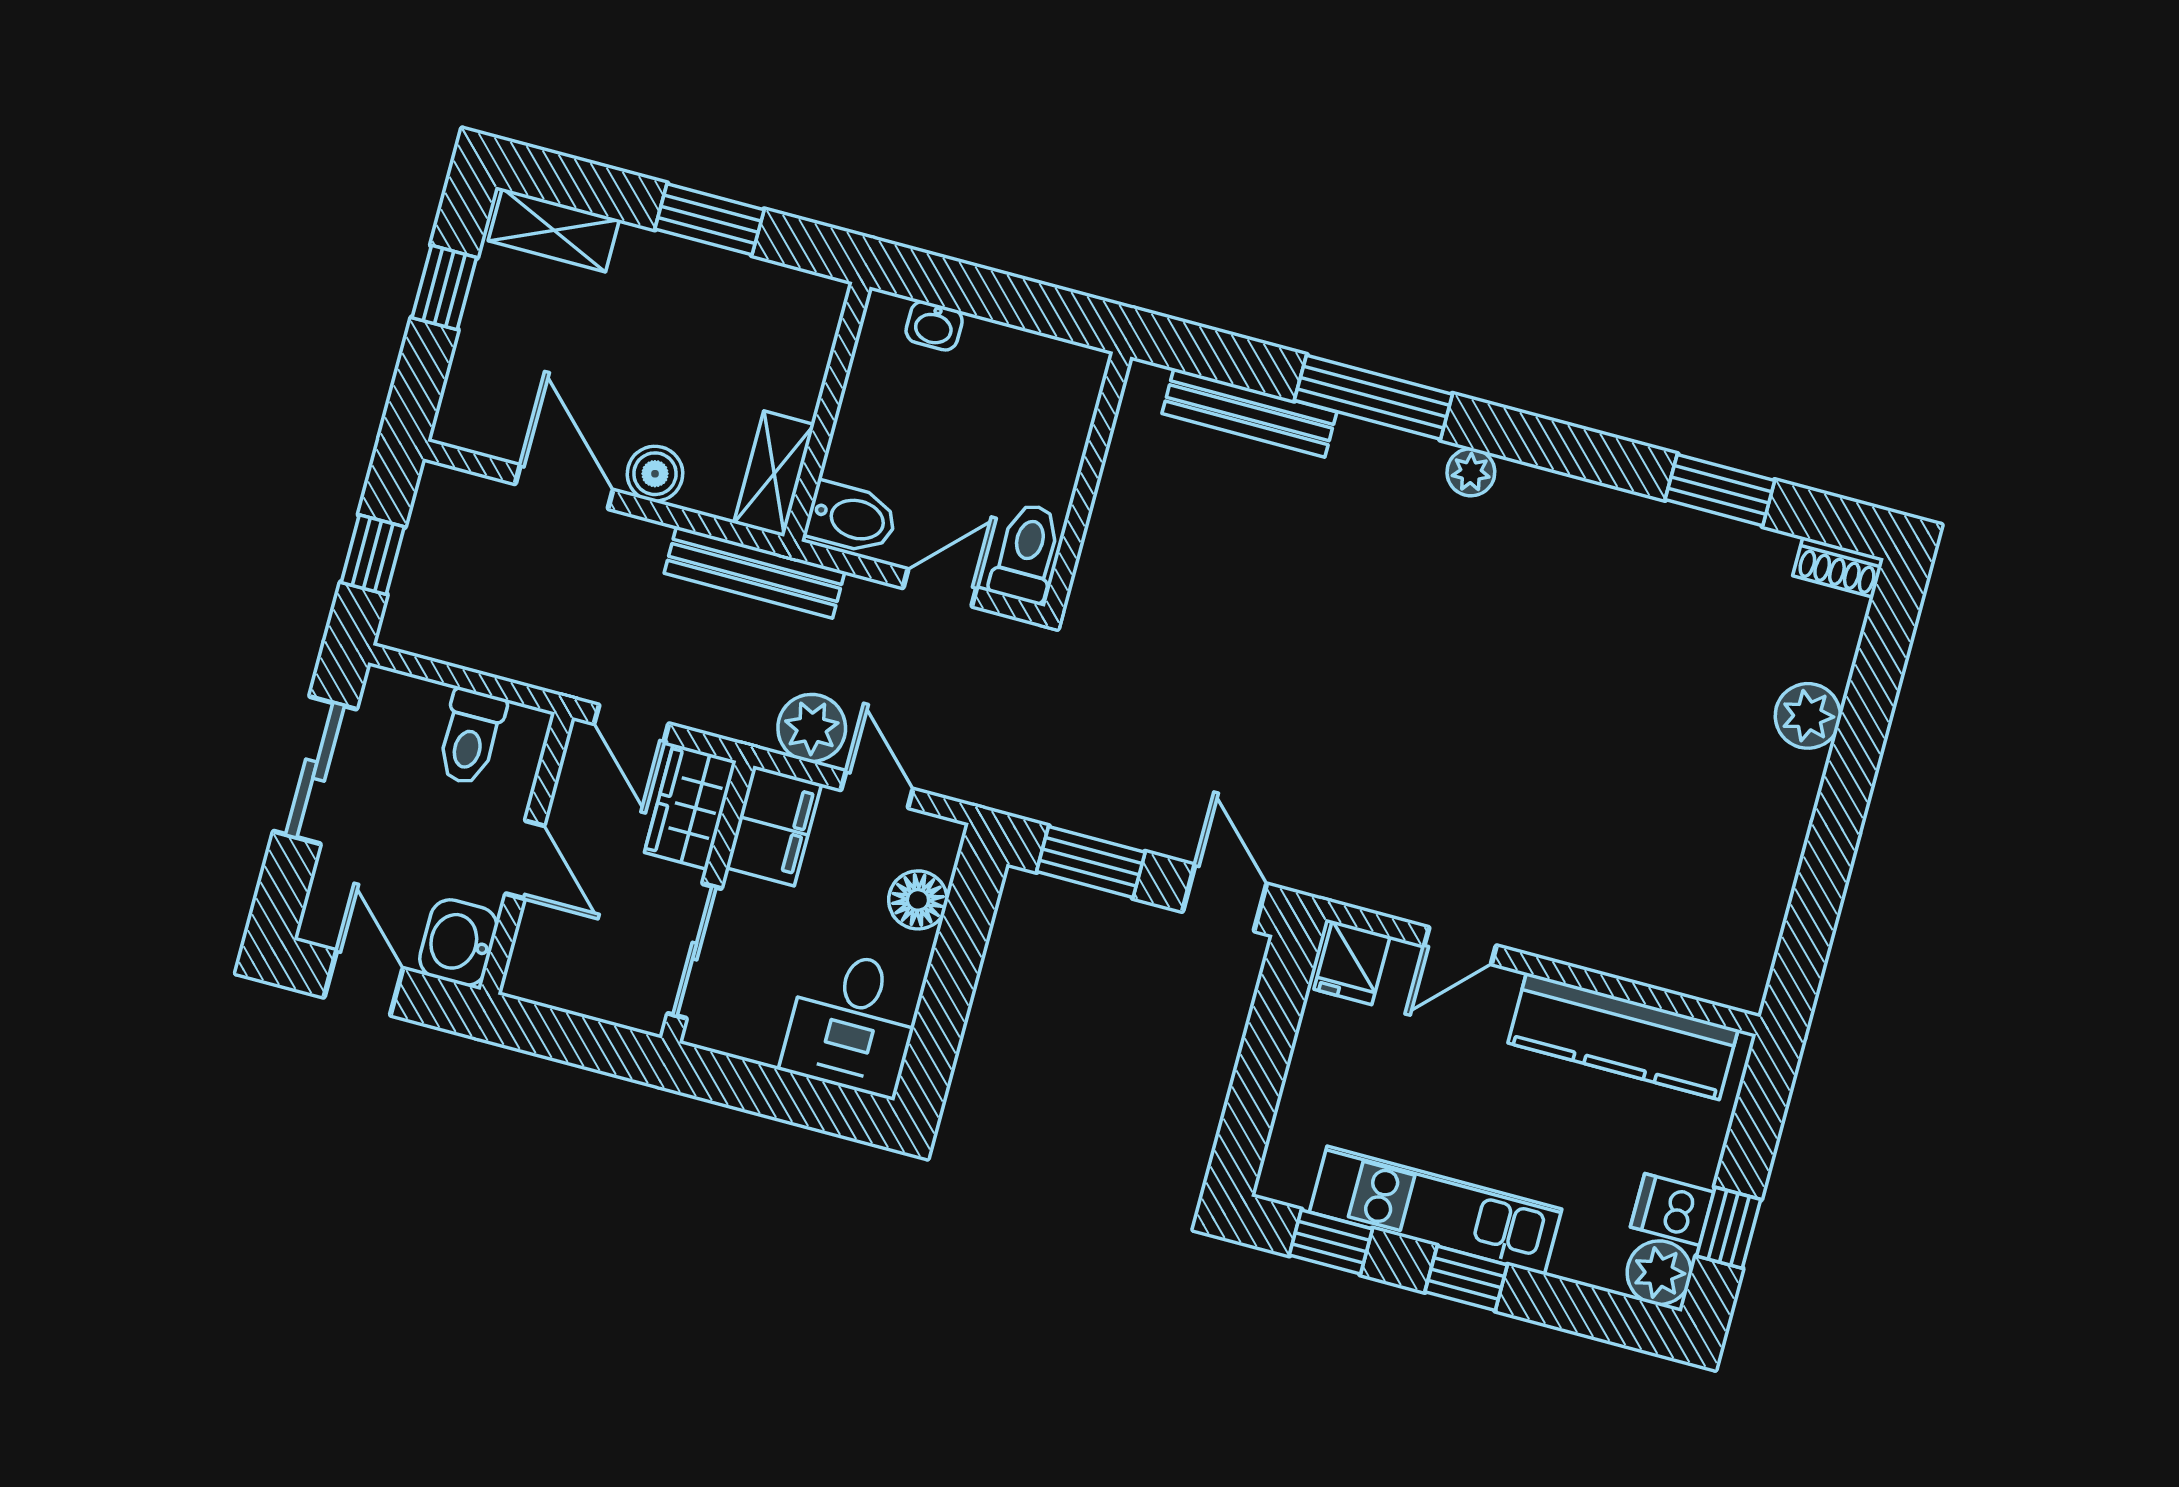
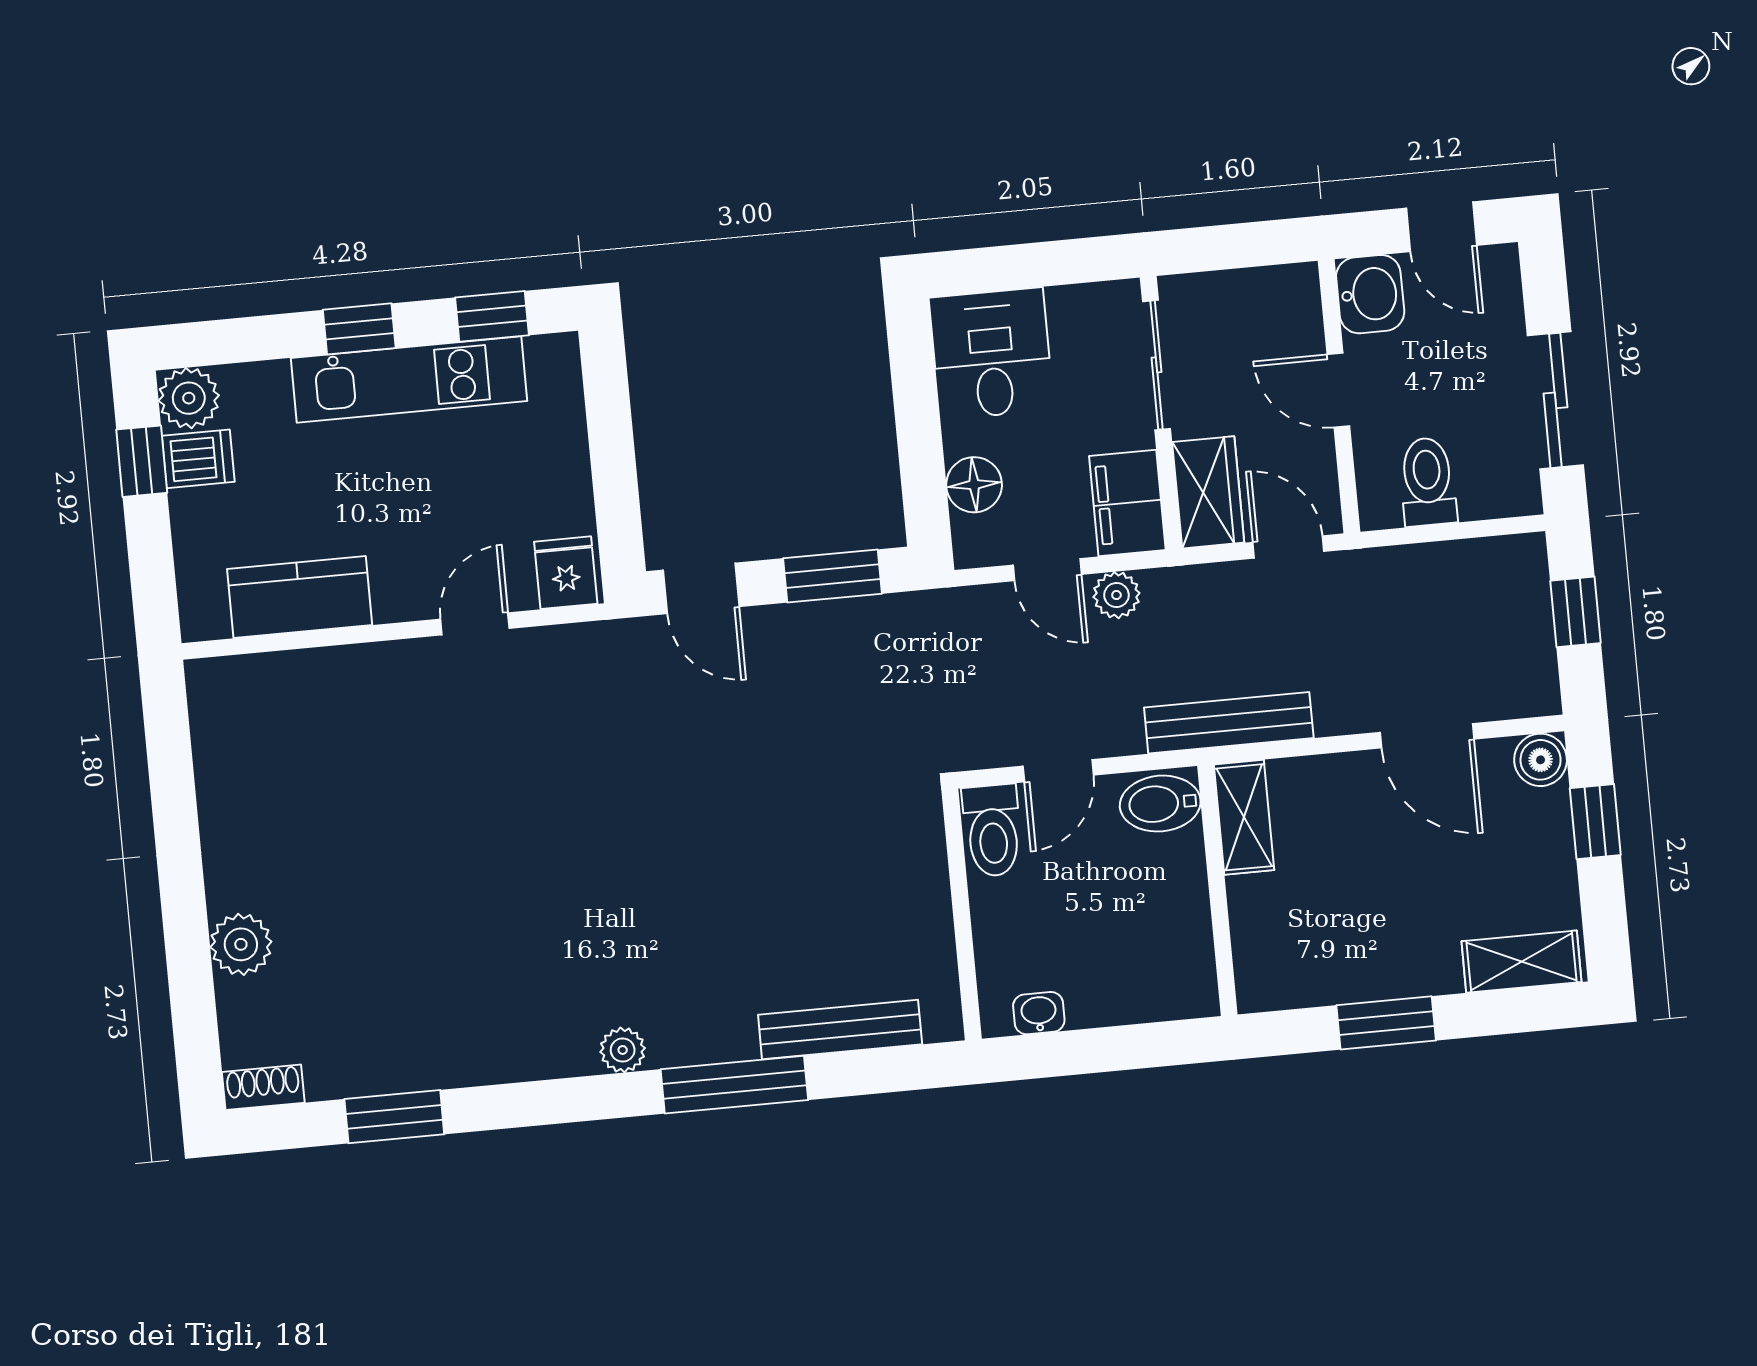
window: (444, 288) -> (1595, 822), moved
washbasin: (934, 326) -> (1039, 1013), moved
boiler: (655, 474) -> (1541, 760), moved
plant: (812, 728) -> (1116, 595), width x0.73, depth x0.73
kitchen counter: (1623, 1036) -> (300, 597), width x0.67

